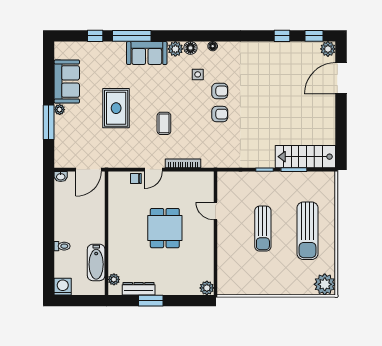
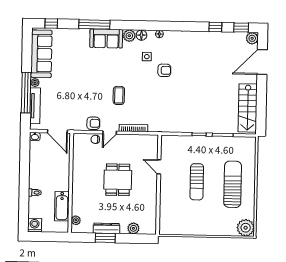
window: (95, 36) -> (51, 24), moved
sofa: (67, 82) -> (41, 54), width x1.36
rug: (116, 108) -> (81, 82), removed
armchair: (220, 114) -> (93, 123), moved
window: (49, 122) -> (26, 93), width x1.46
tv unit: (60, 138) -> (35, 106), added
stairs: (305, 157) -> (248, 108), moved, turned -90
door: (89, 170) -> (57, 131), hinge flipped
sun lounger: (308, 231) -> (233, 184), turned 180
plant: (207, 288) -> (133, 228), moved
dresser: (139, 289) -> (107, 228), moved

